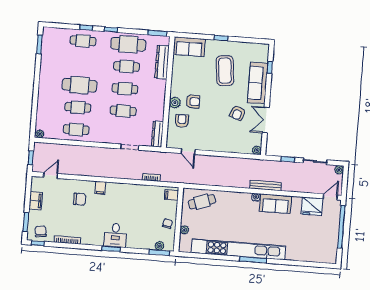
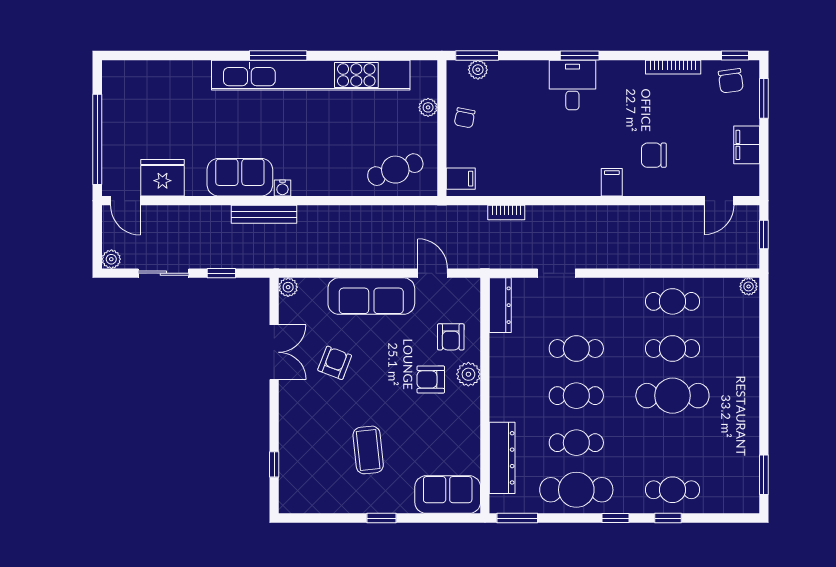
coffee table: (225, 71) -> (368, 450), width x0.73, depth x0.76
sofa: (258, 83) -> (371, 296), moved, turned 90
door: (330, 197) -> (125, 201), hinge flipped

